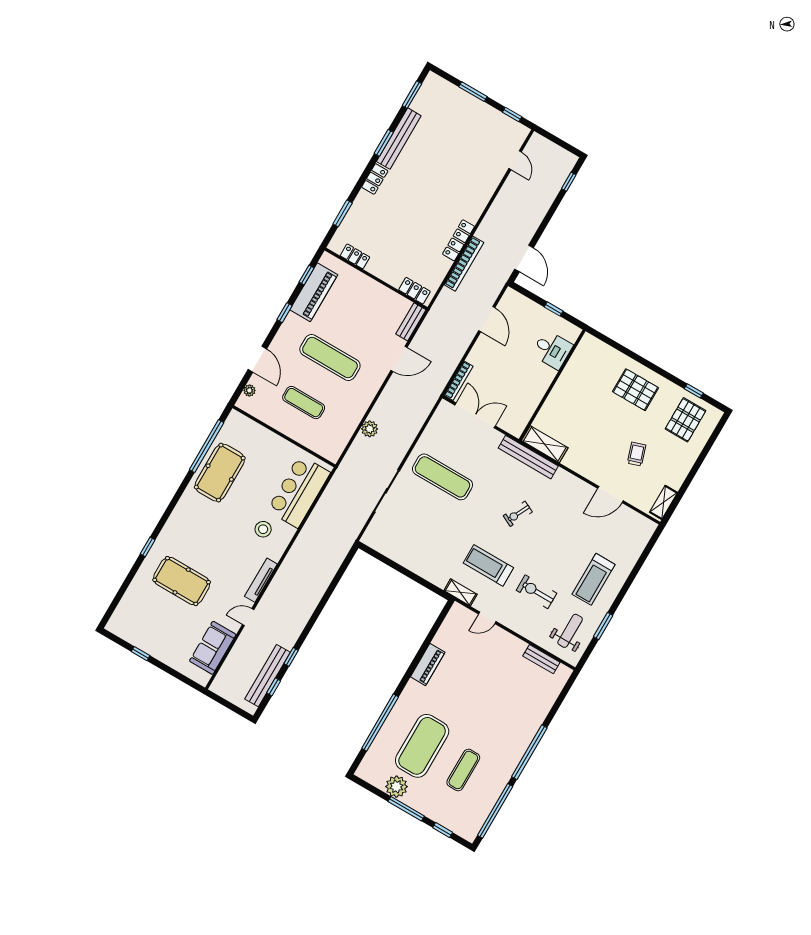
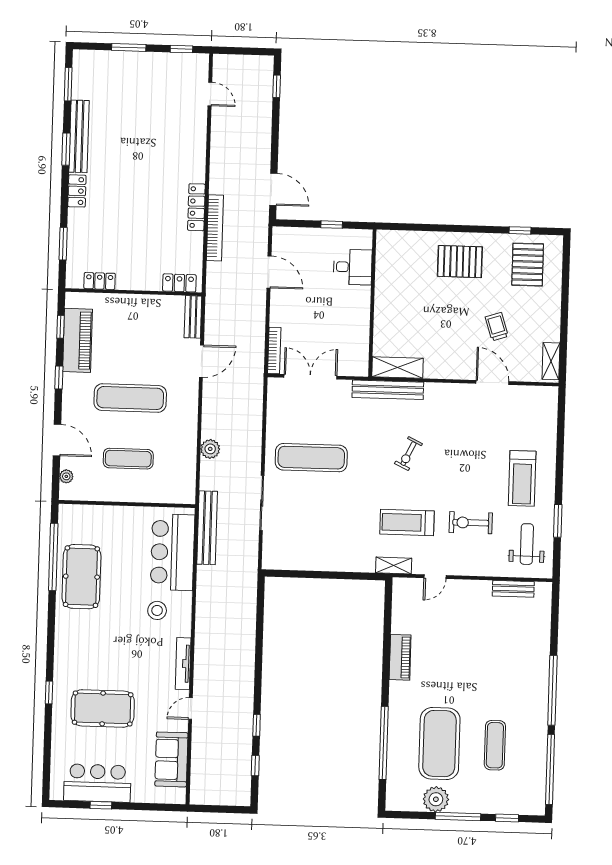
door: (610, 494) -> (492, 382), swing flipped
bar counter: (147, 635) -> (97, 783), added
bench: (268, 676) -> (207, 528), moved

